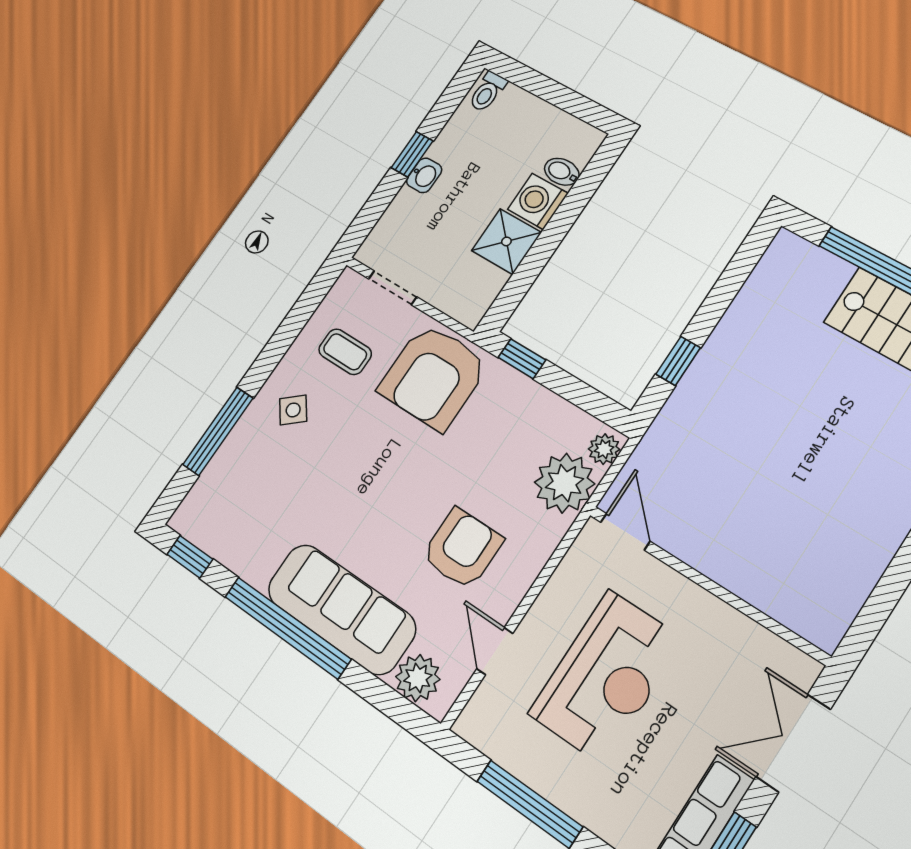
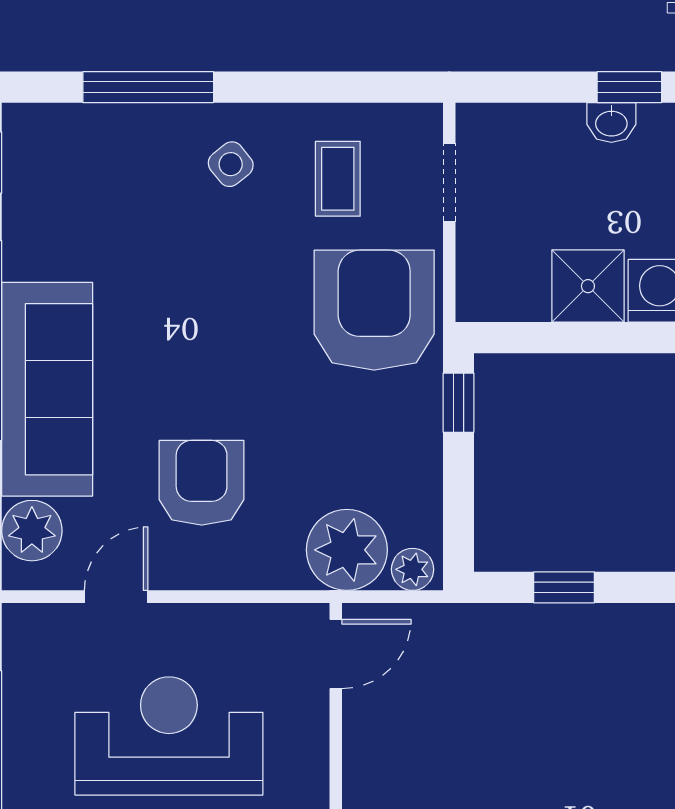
armchair: (433, 376) -> (374, 310), turned 90
armchair: (462, 549) -> (202, 483), turned -90
reception desk: (606, 677) -> (169, 736), turned 180

